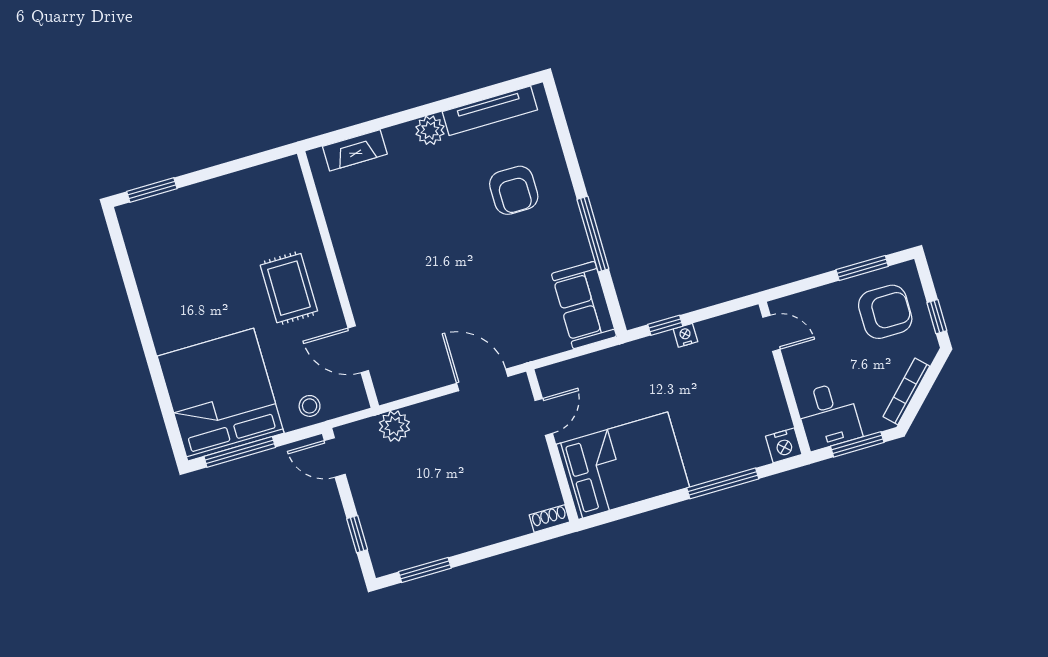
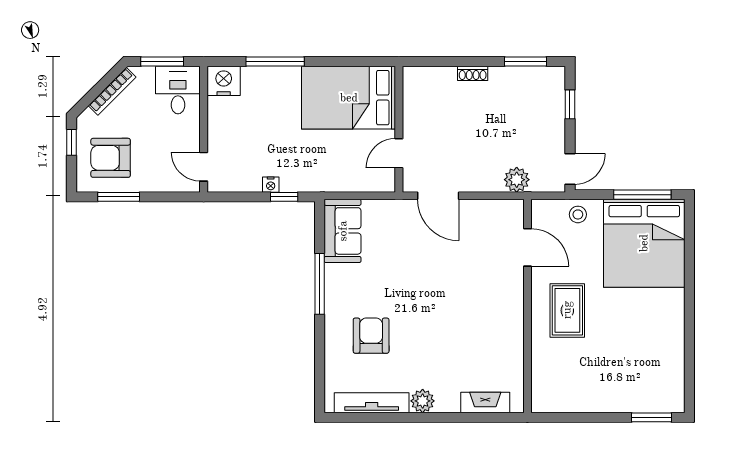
nightstand: (784, 445) -> (224, 81), width x1.36, depth x1.33
door: (335, 457) -> (570, 169), hinge flipped
shoe rack: (549, 518) -> (473, 73), moved

